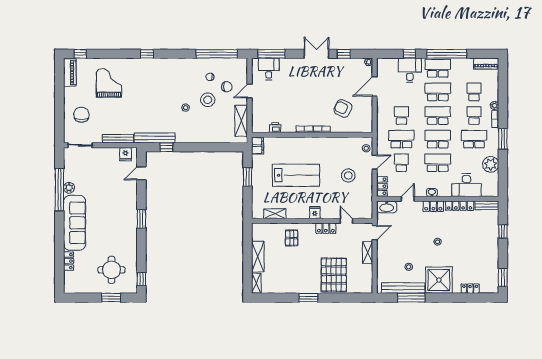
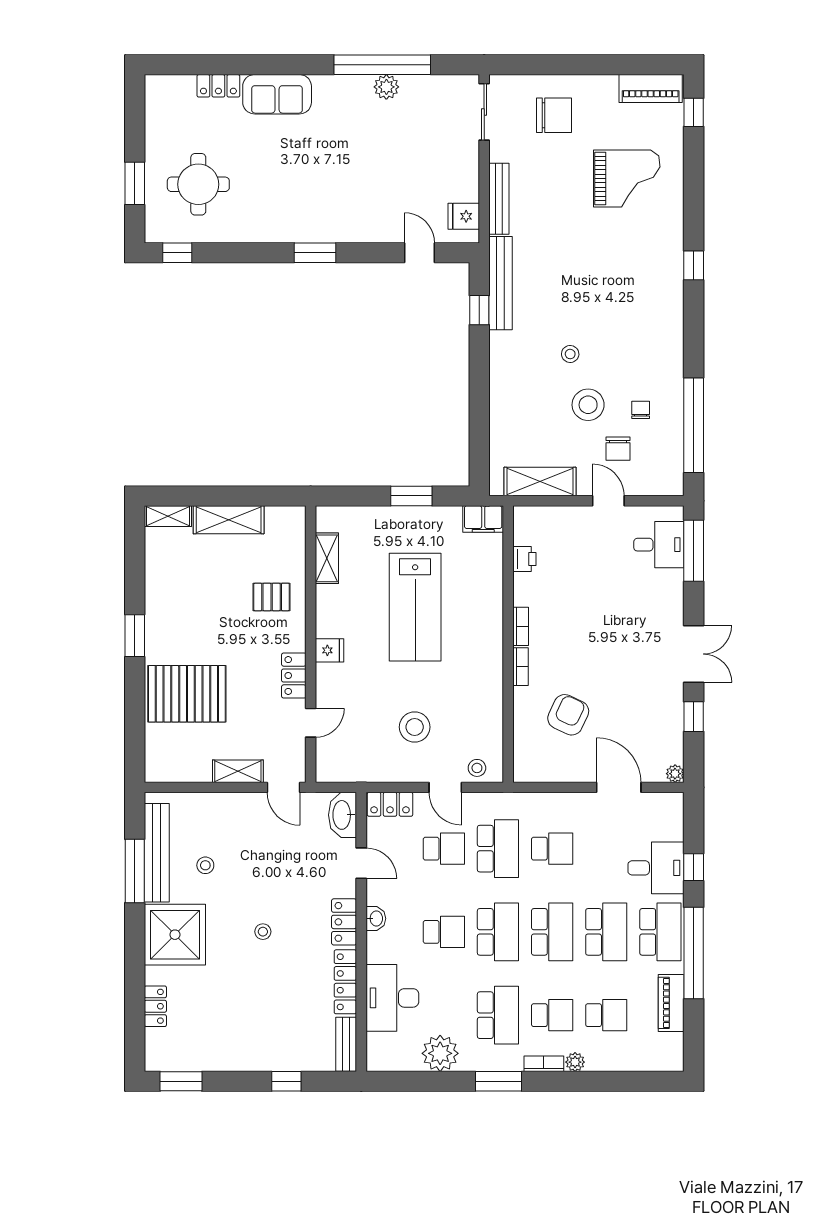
piano: (486, 64) -> (671, 1003), moved
school desk: (438, 163) -> (444, 932), width x0.54
sofa: (75, 223) -> (277, 94), width x0.54, depth x0.79

